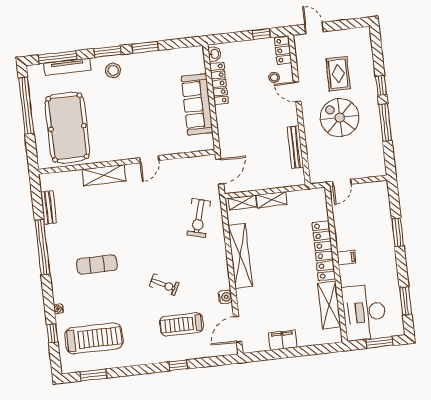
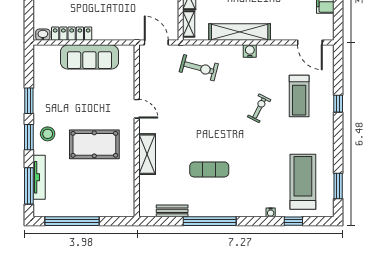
pool table: (67, 128) -> (94, 144), moved, width x0.73, depth x0.76
exercise mat: (97, 264) -> (209, 169), moved, turned 90
water cooler: (225, 297) -> (250, 51), moved

